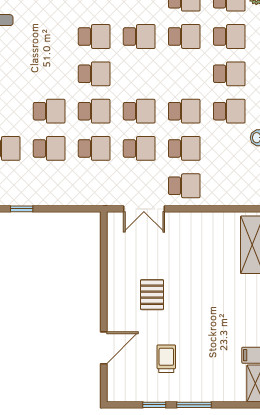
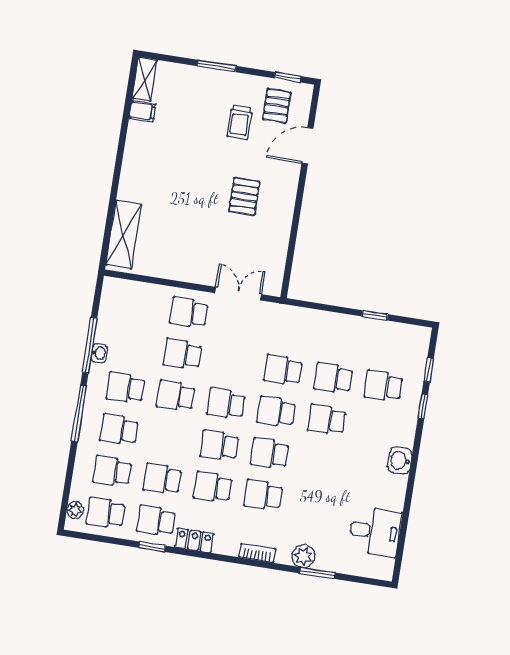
school desk: (139, 148) -> (219, 445), moved
pallet: (136, 378) -> (277, 106), added
window: (154, 405) -> (288, 77), moved

